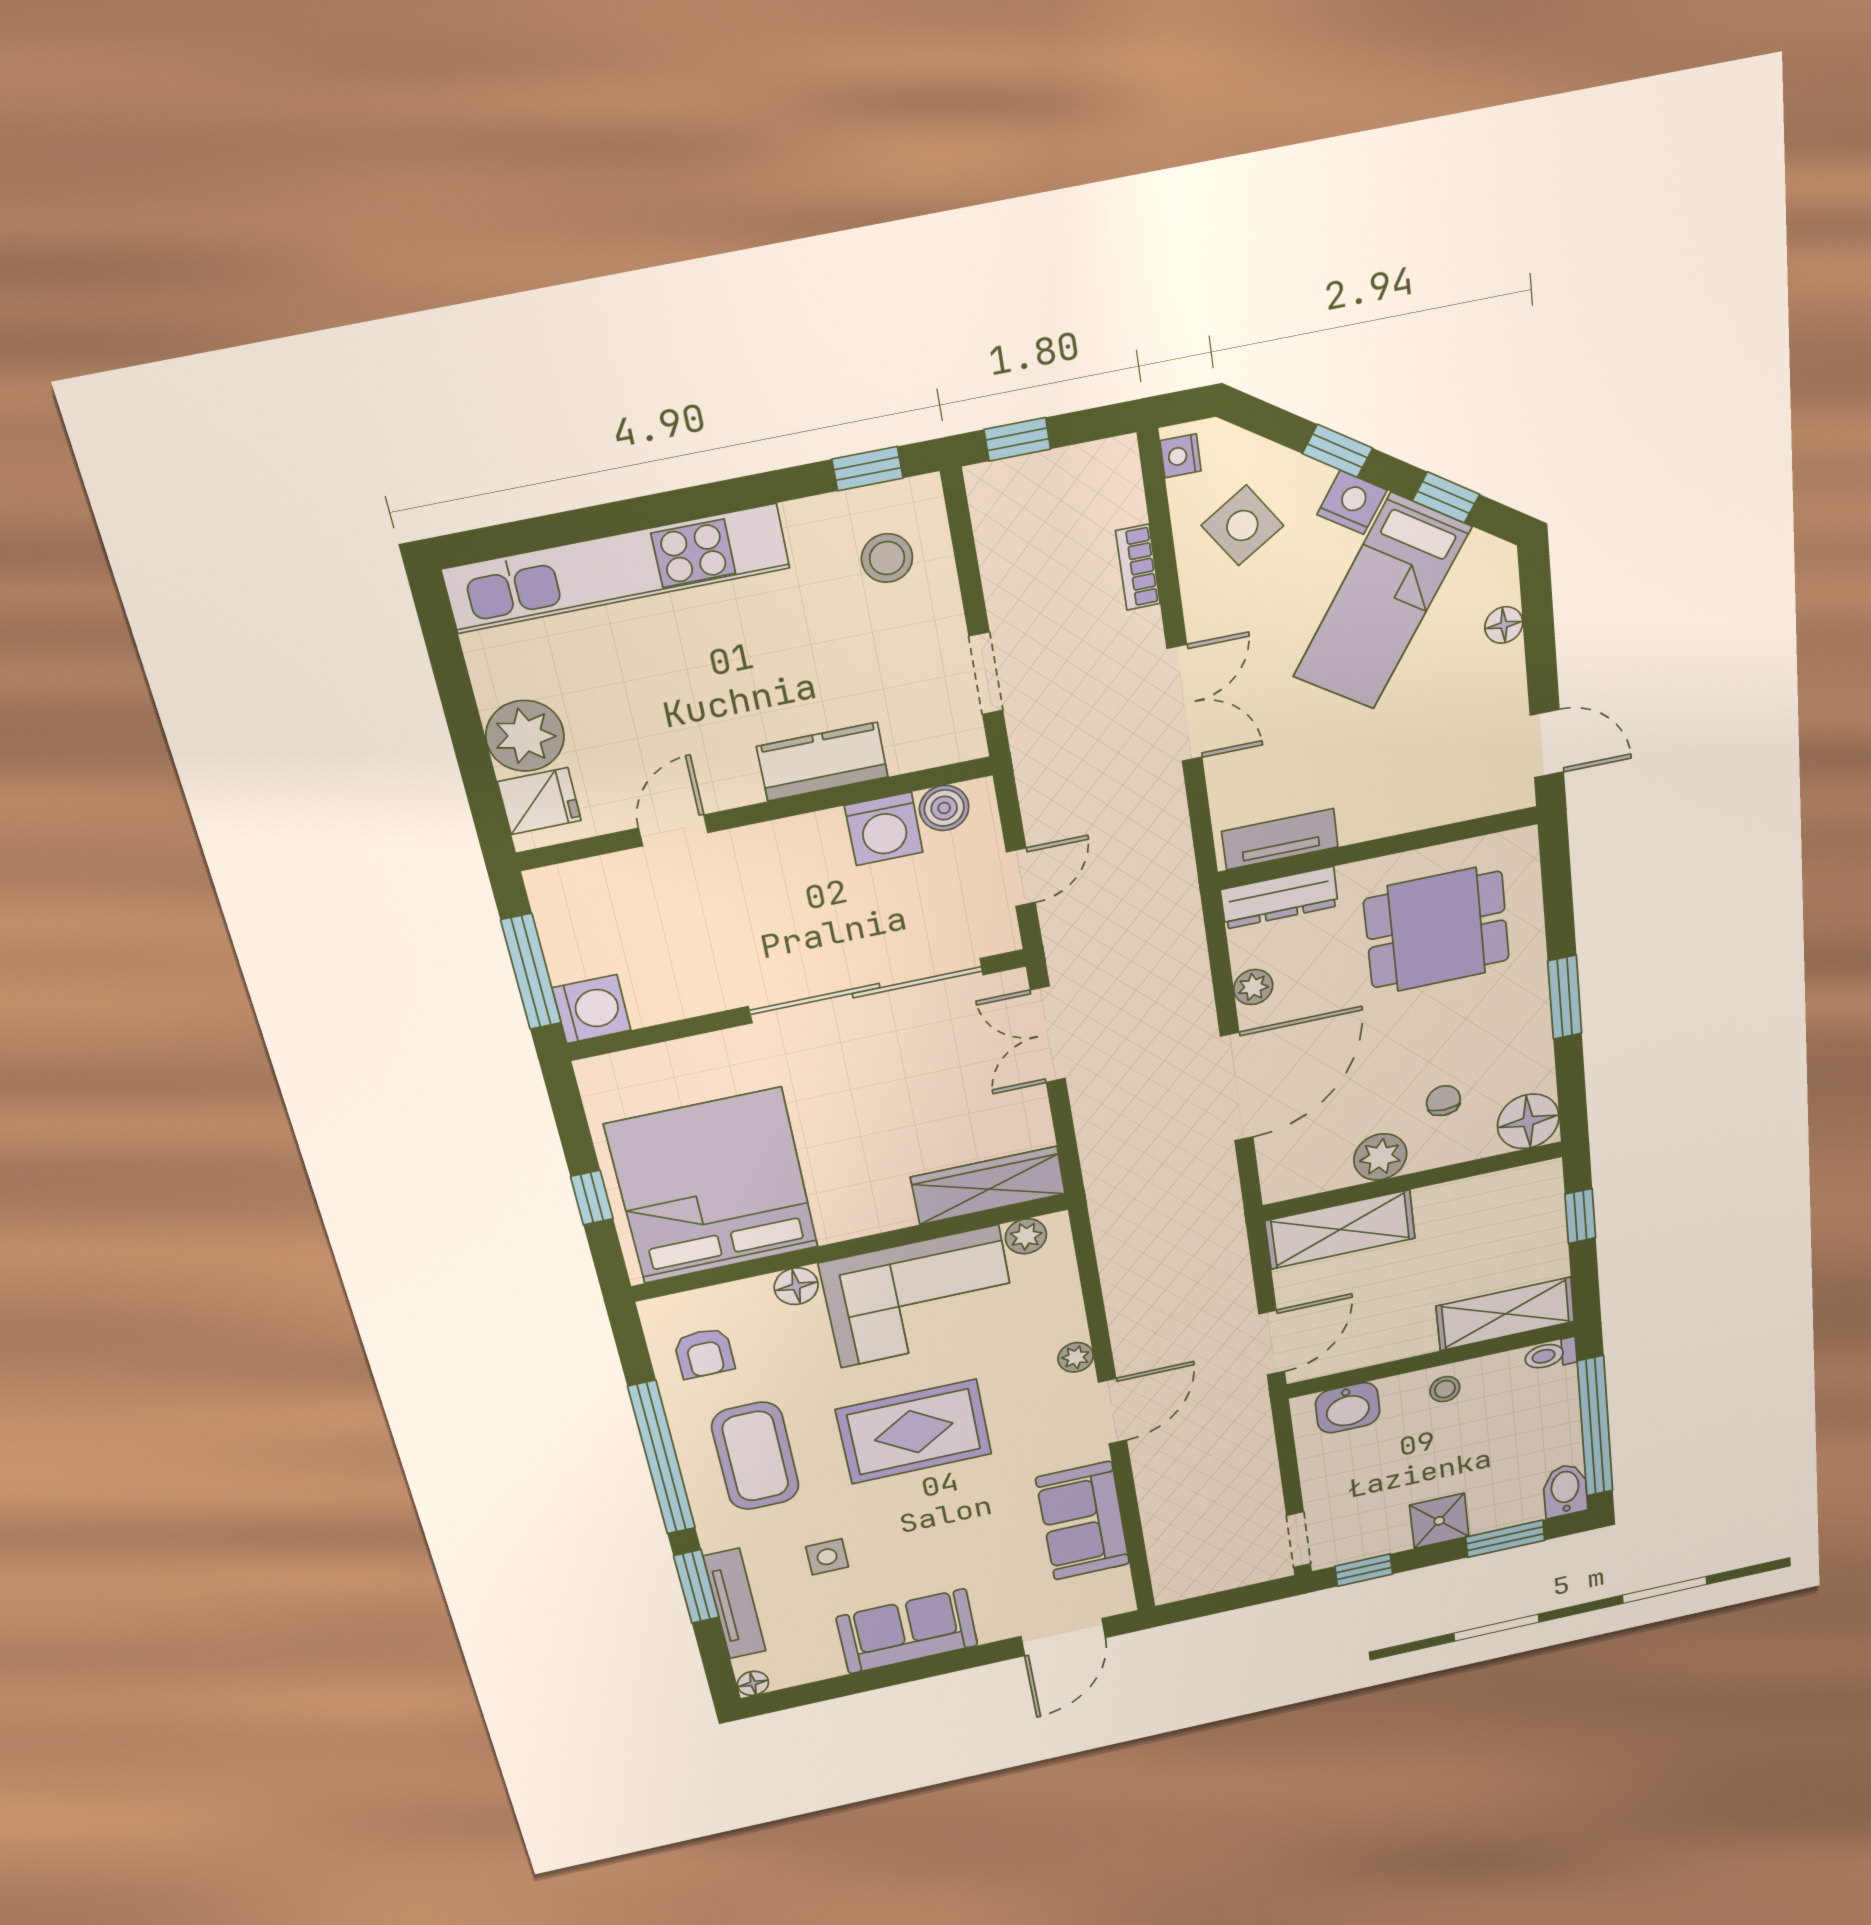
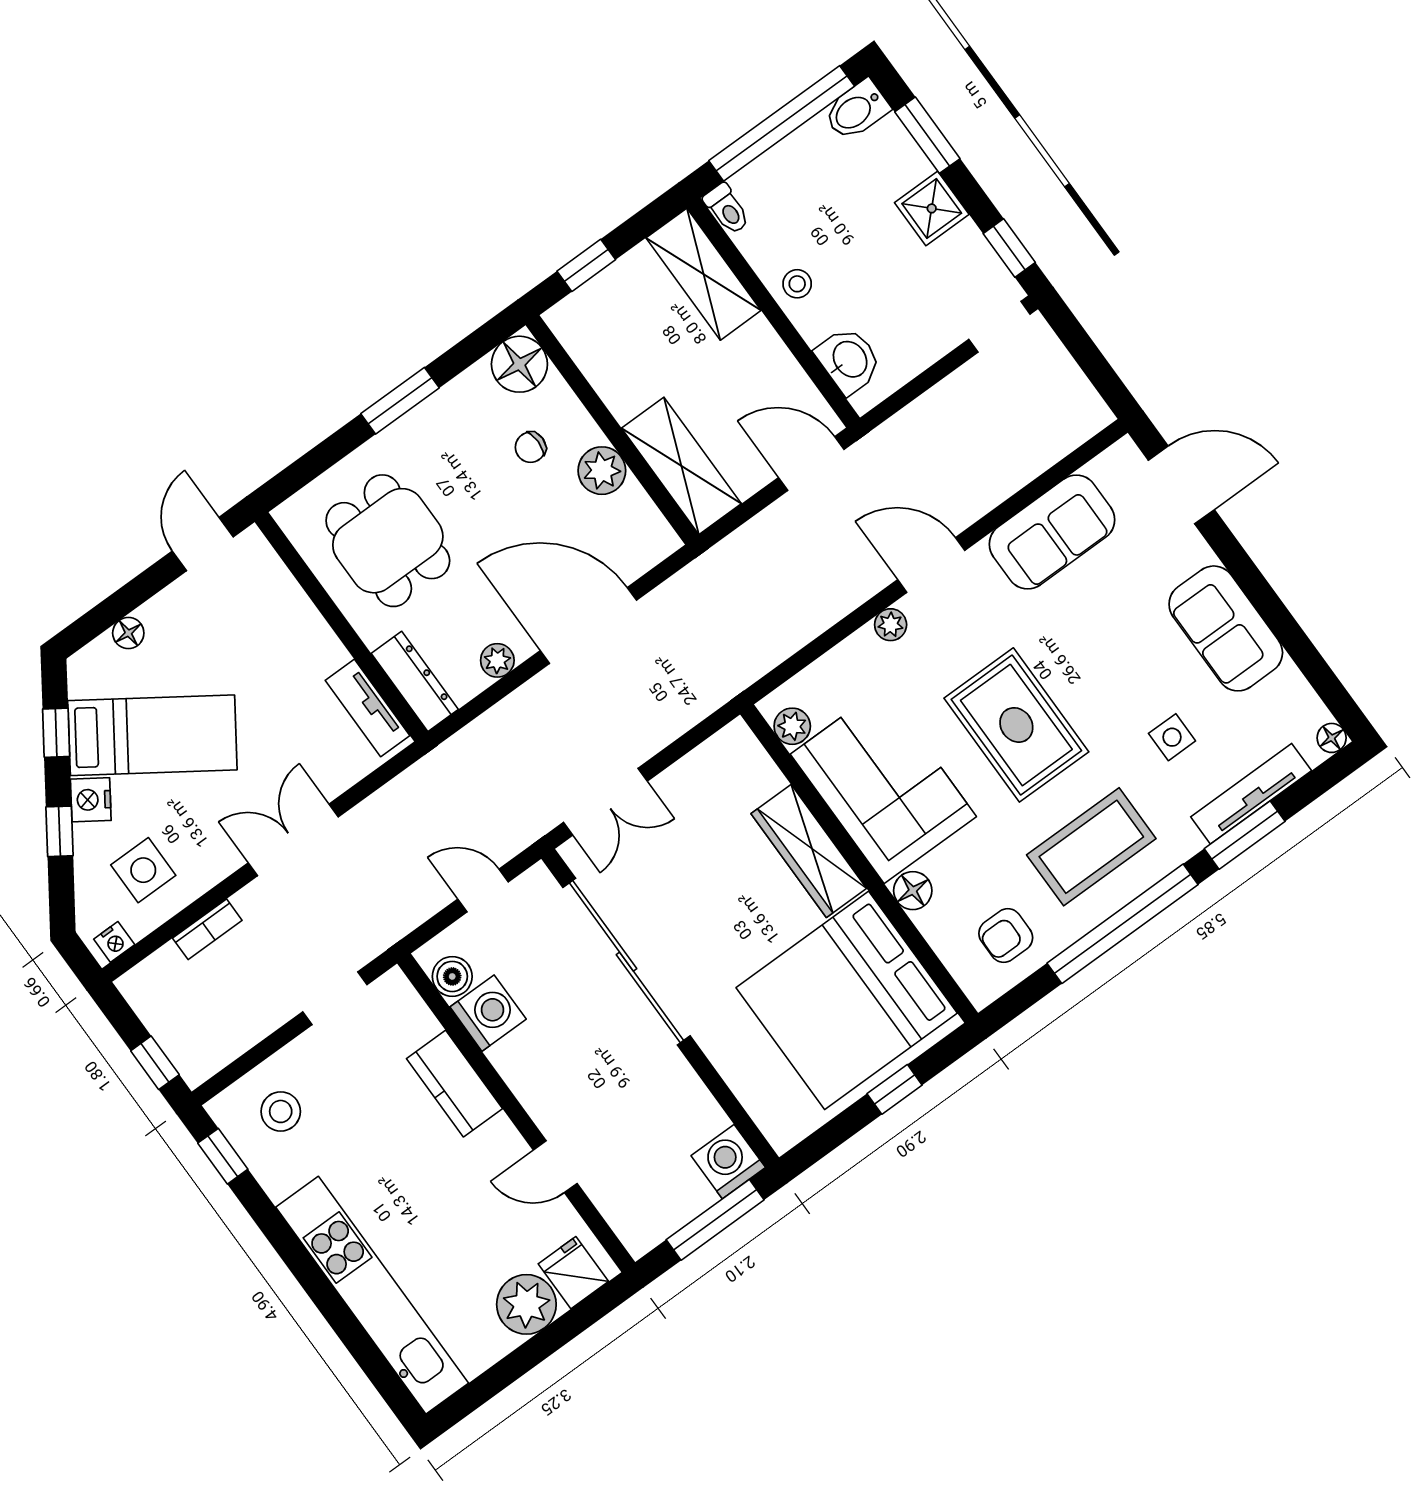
side table: (1242, 525) -> (143, 870), turned 33
wardrobe: (988, 1185) -> (809, 851), moved
armchair: (704, 1353) -> (1006, 936), turned 180

